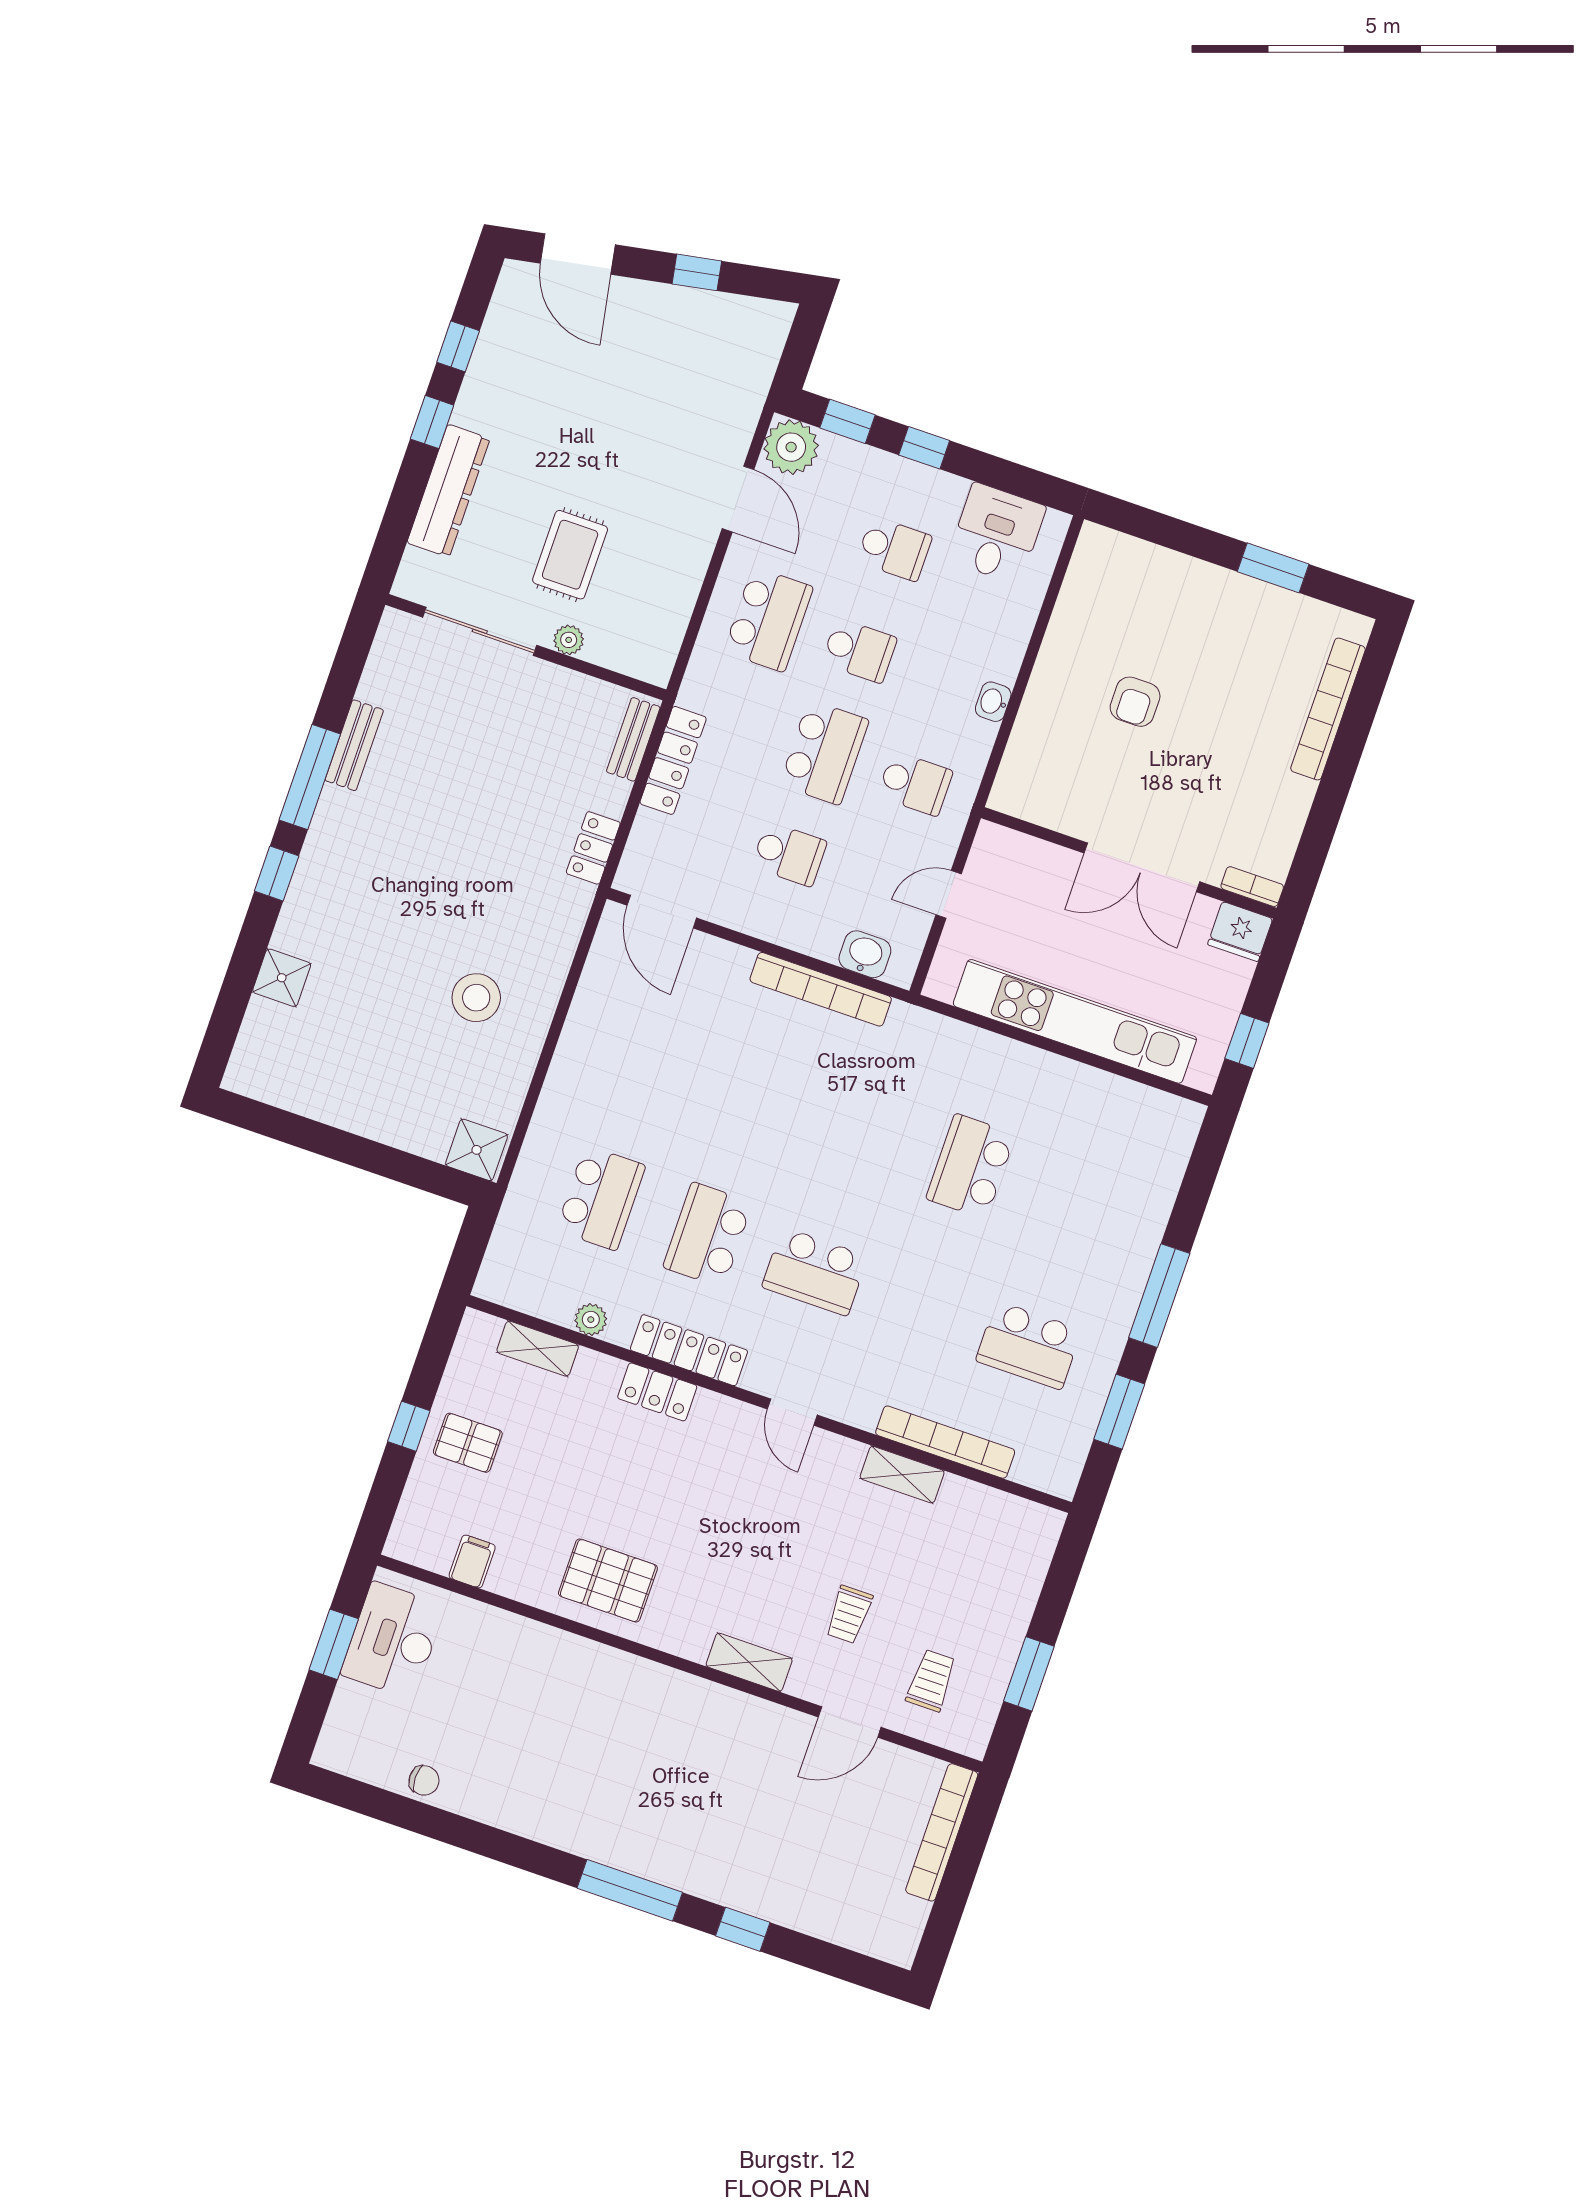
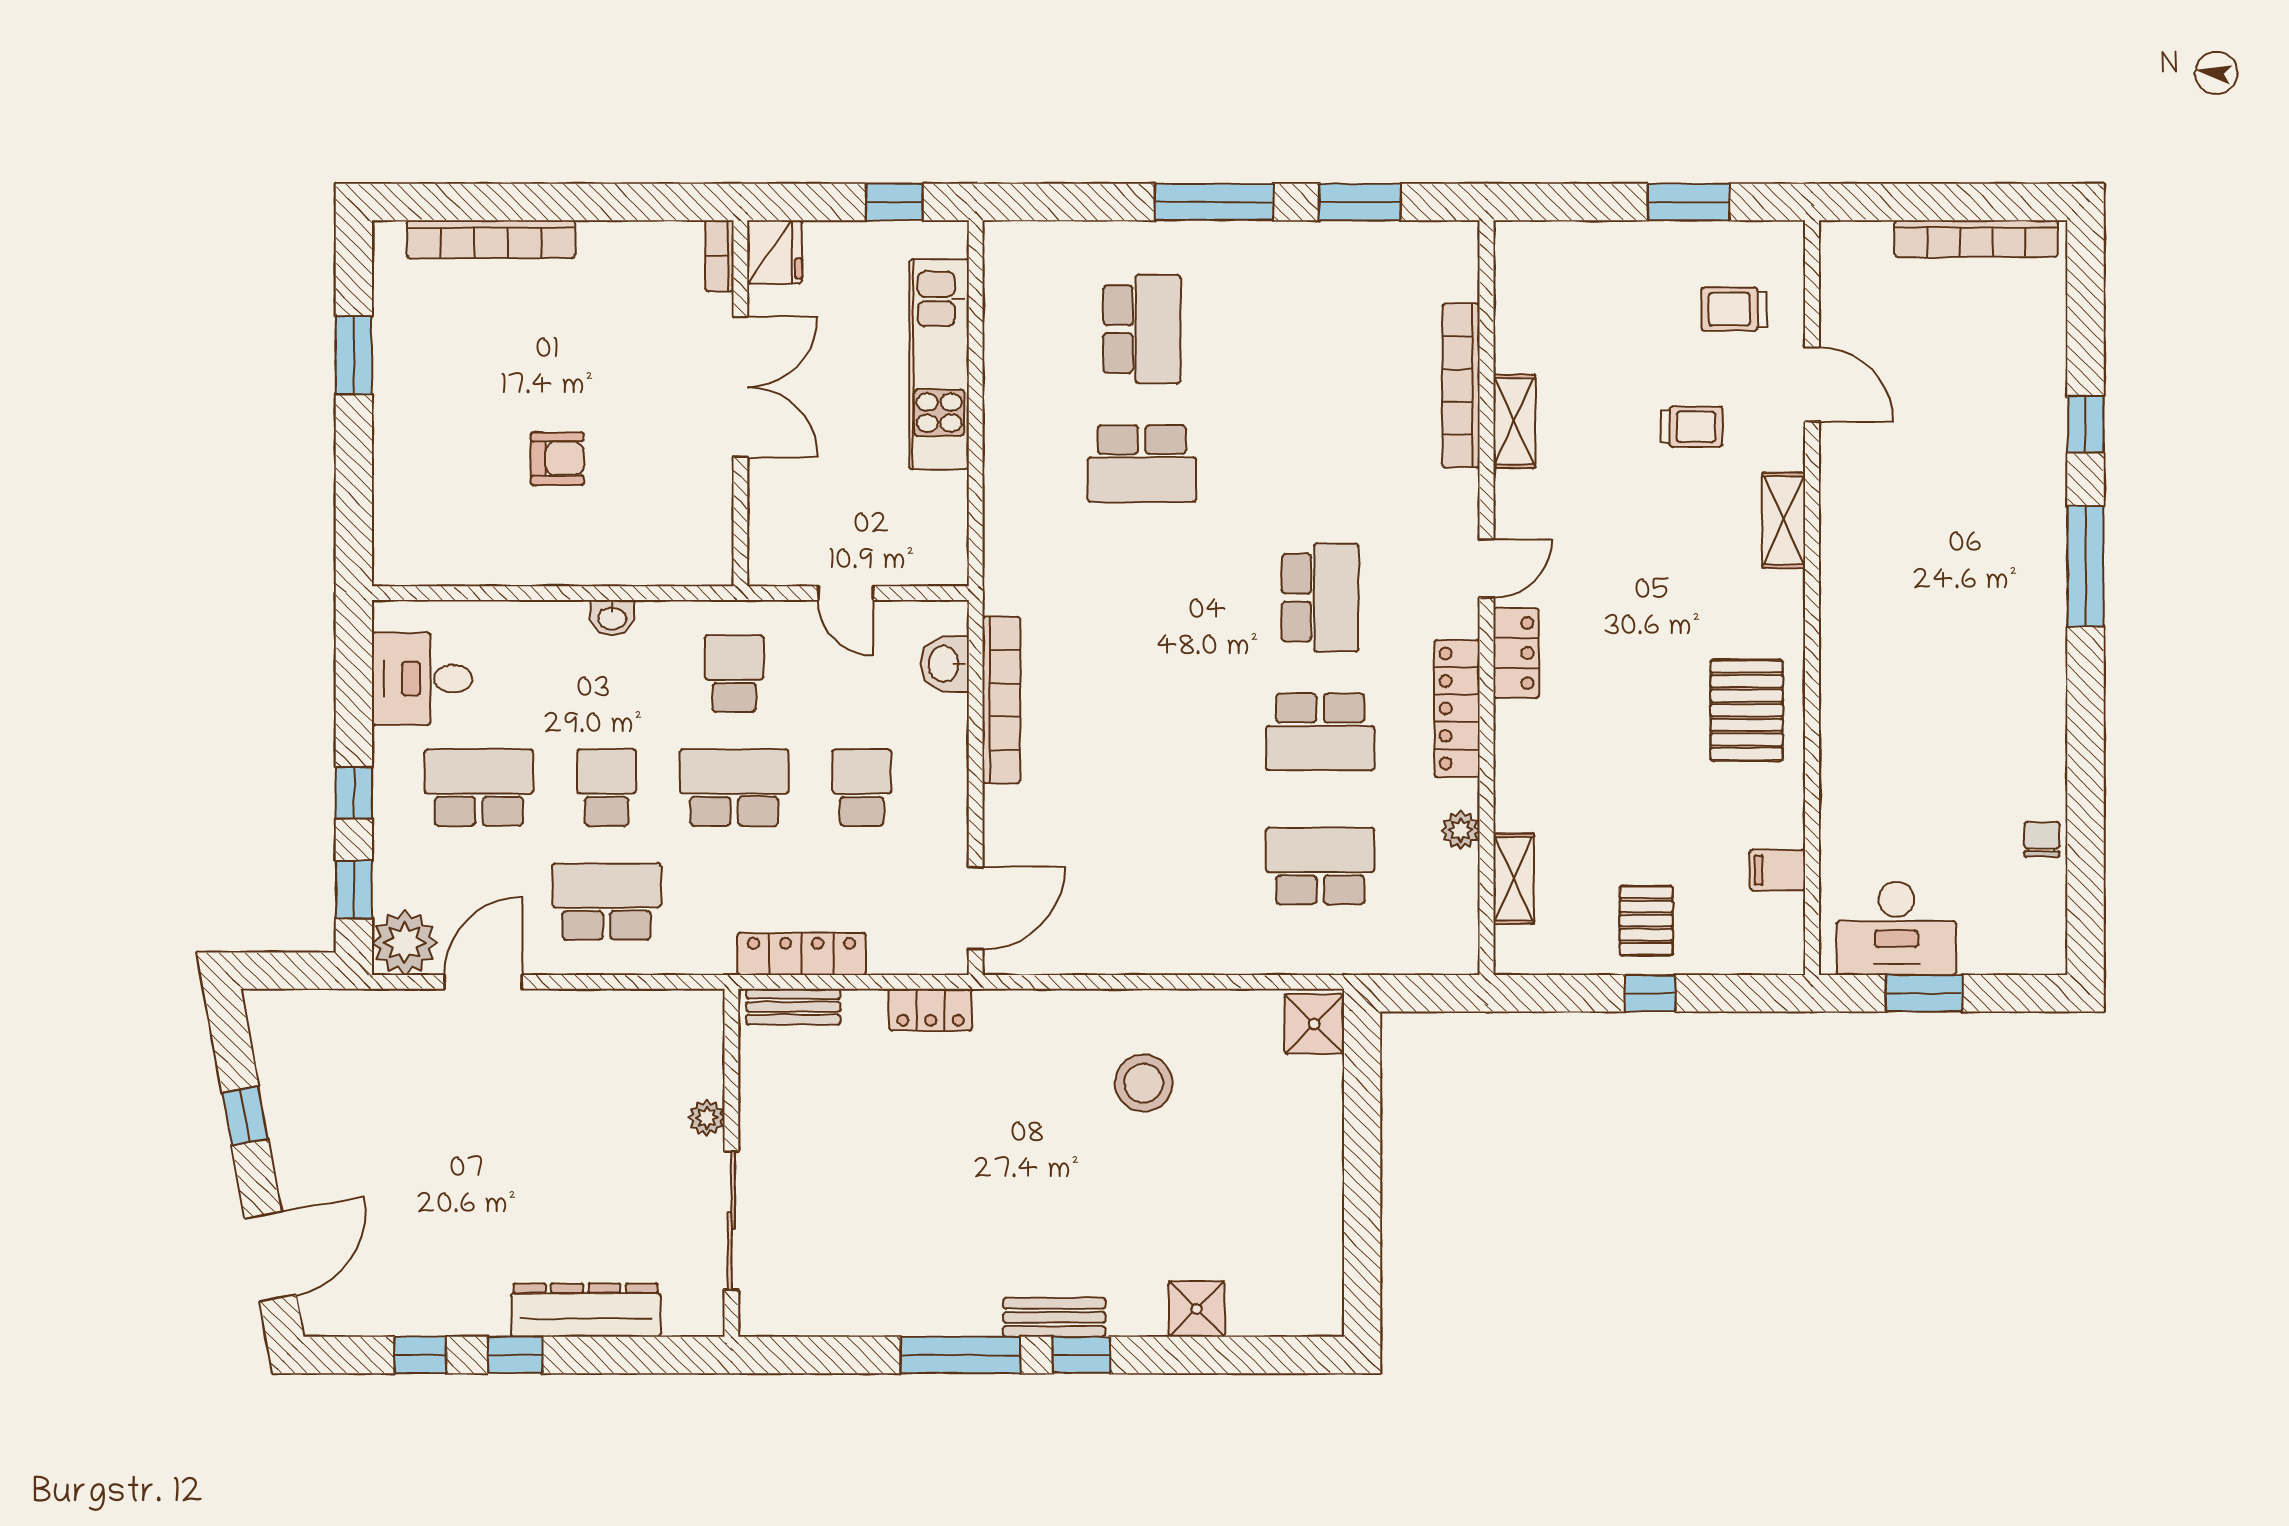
school desk: (894, 549) -> (479, 788), width x1.85
rug: (570, 555) -> (611, 1149), removed
bench: (354, 745) -> (1054, 1317), moved
kitchen unit: (1075, 1021) -> (939, 364), width x0.73
school desk: (1029, 1345) -> (1142, 329), moved
locker: (657, 1392) -> (1516, 653), moved
bookcase: (942, 1832) -> (1976, 239), moved

